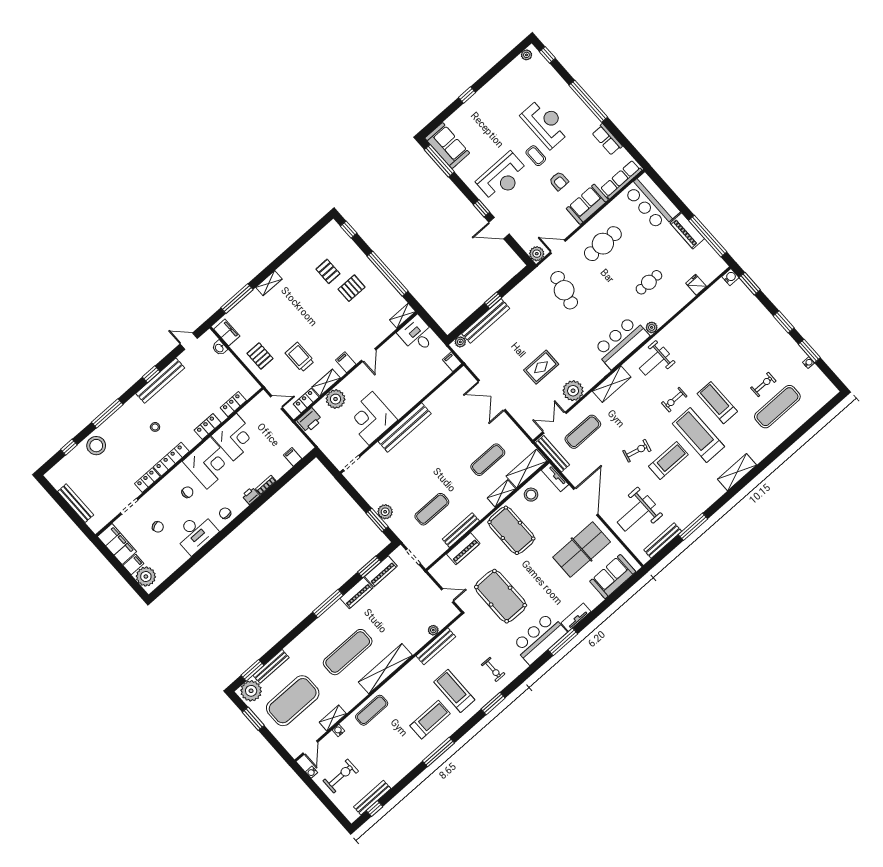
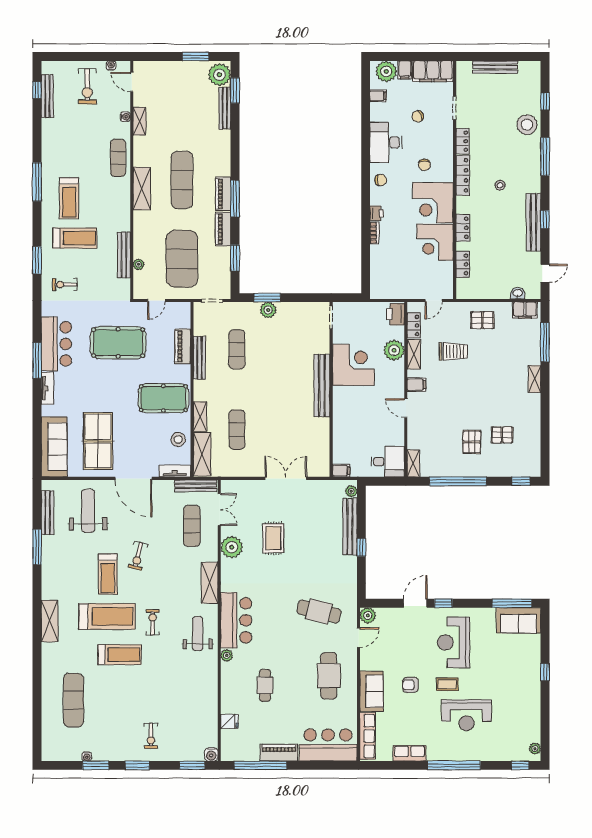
exercise bike: (763, 385) -> (151, 736), moved
filing cabinet: (293, 457) -> (378, 96), moved
piano: (381, 571) -> (223, 194), moved
sofa: (613, 577) -> (54, 447), width x1.36
shelving: (385, 669) -> (142, 188), width x0.68
exercise mat: (293, 701) -> (182, 259), moved

